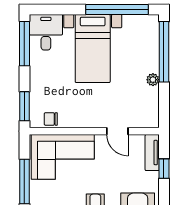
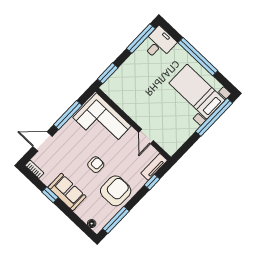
window: (117, 9) -> (198, 57), moved
bed with nightstands: (93, 48) -> (197, 92), moved, turned 90
plant: (153, 80) -> (193, 127), removed
chair: (51, 119) -> (116, 94), removed

